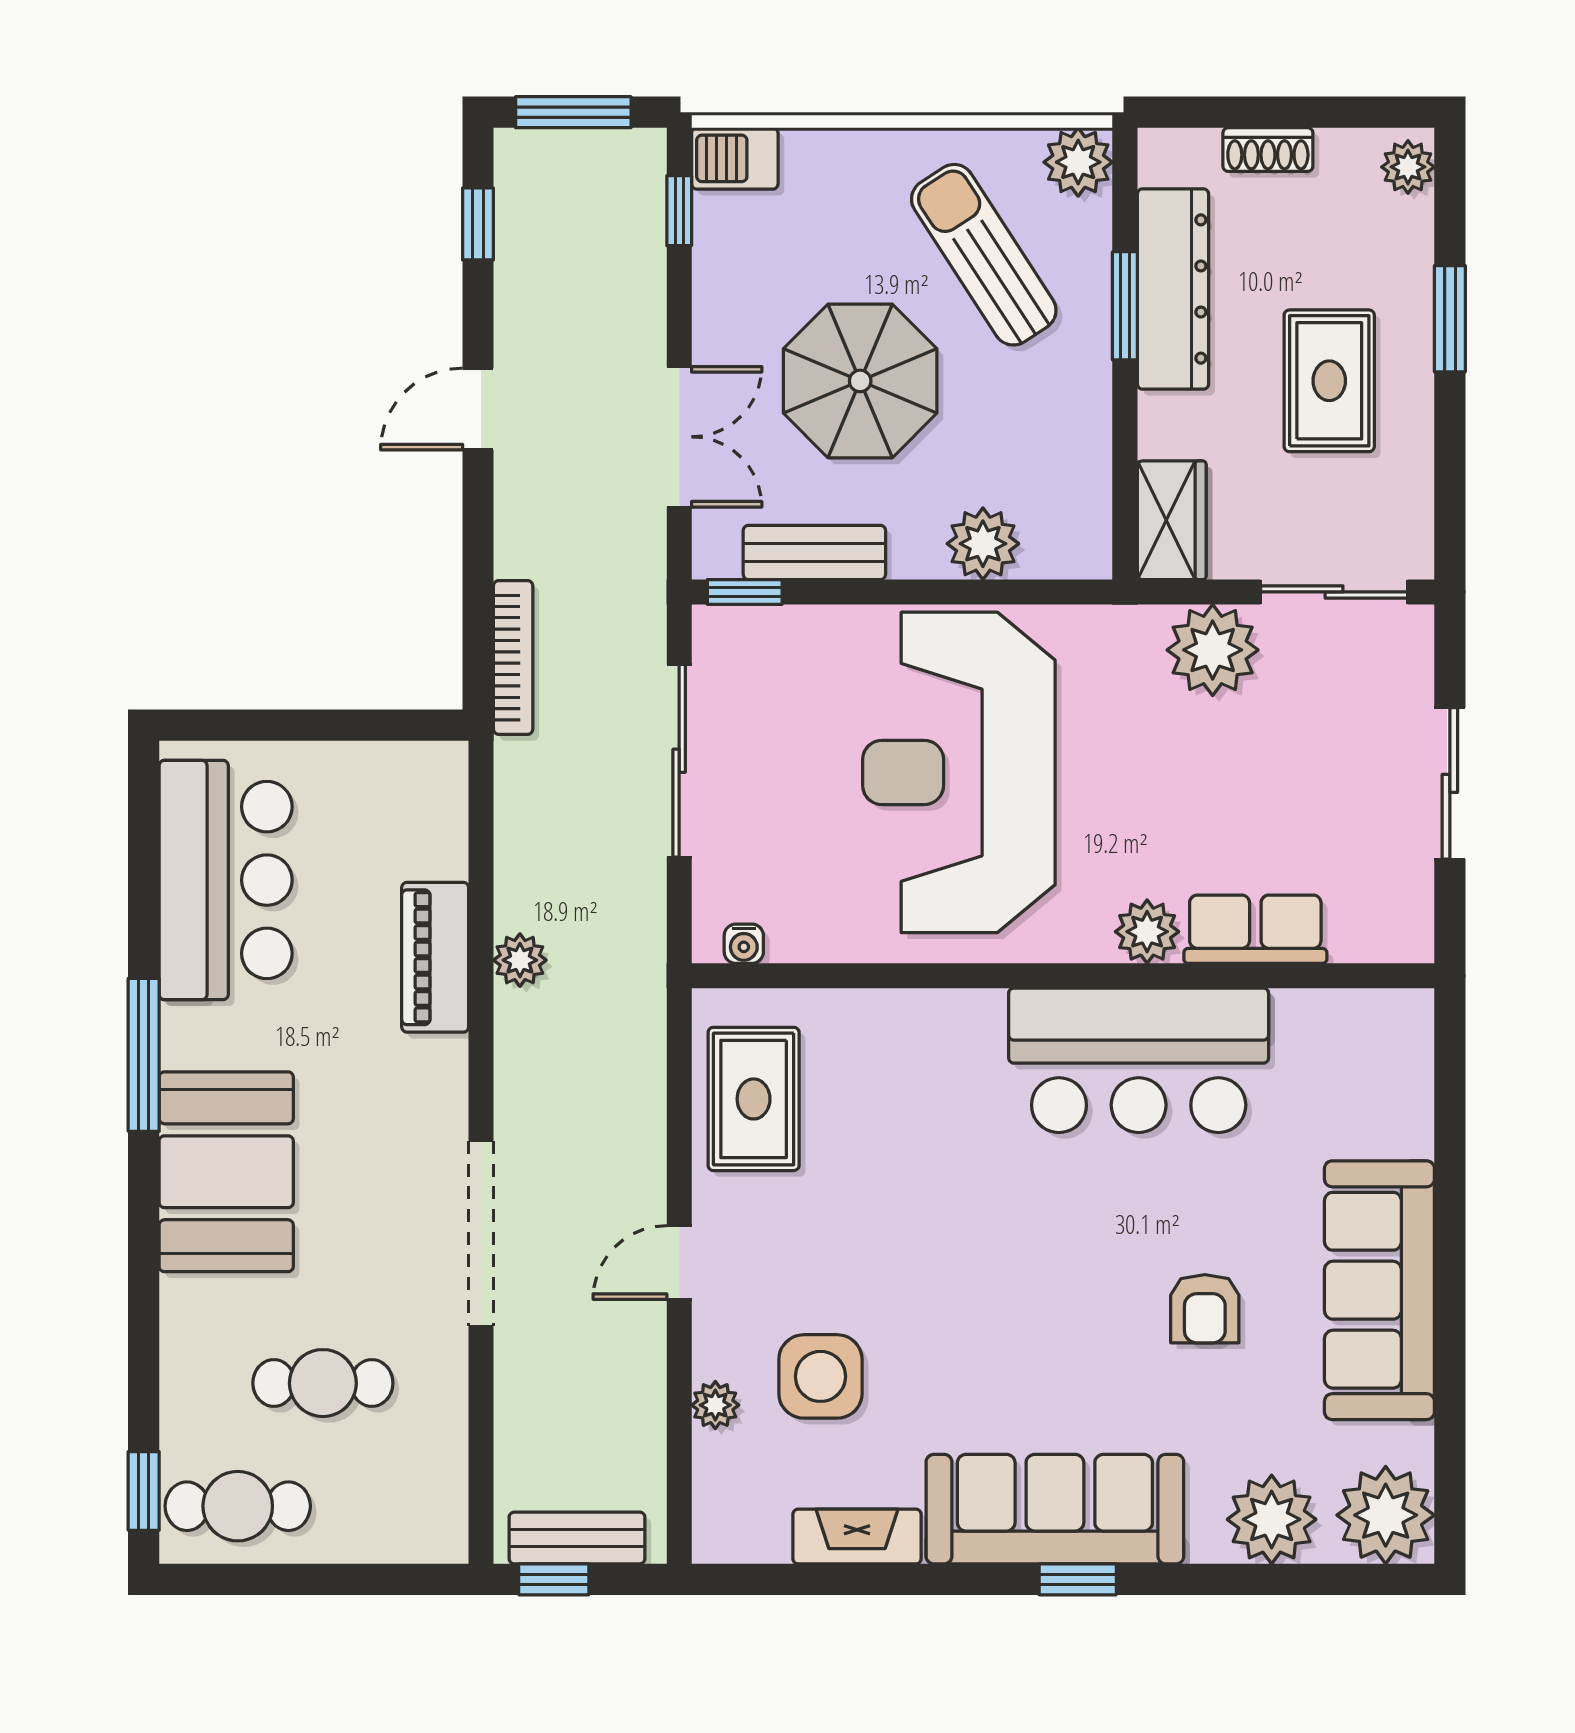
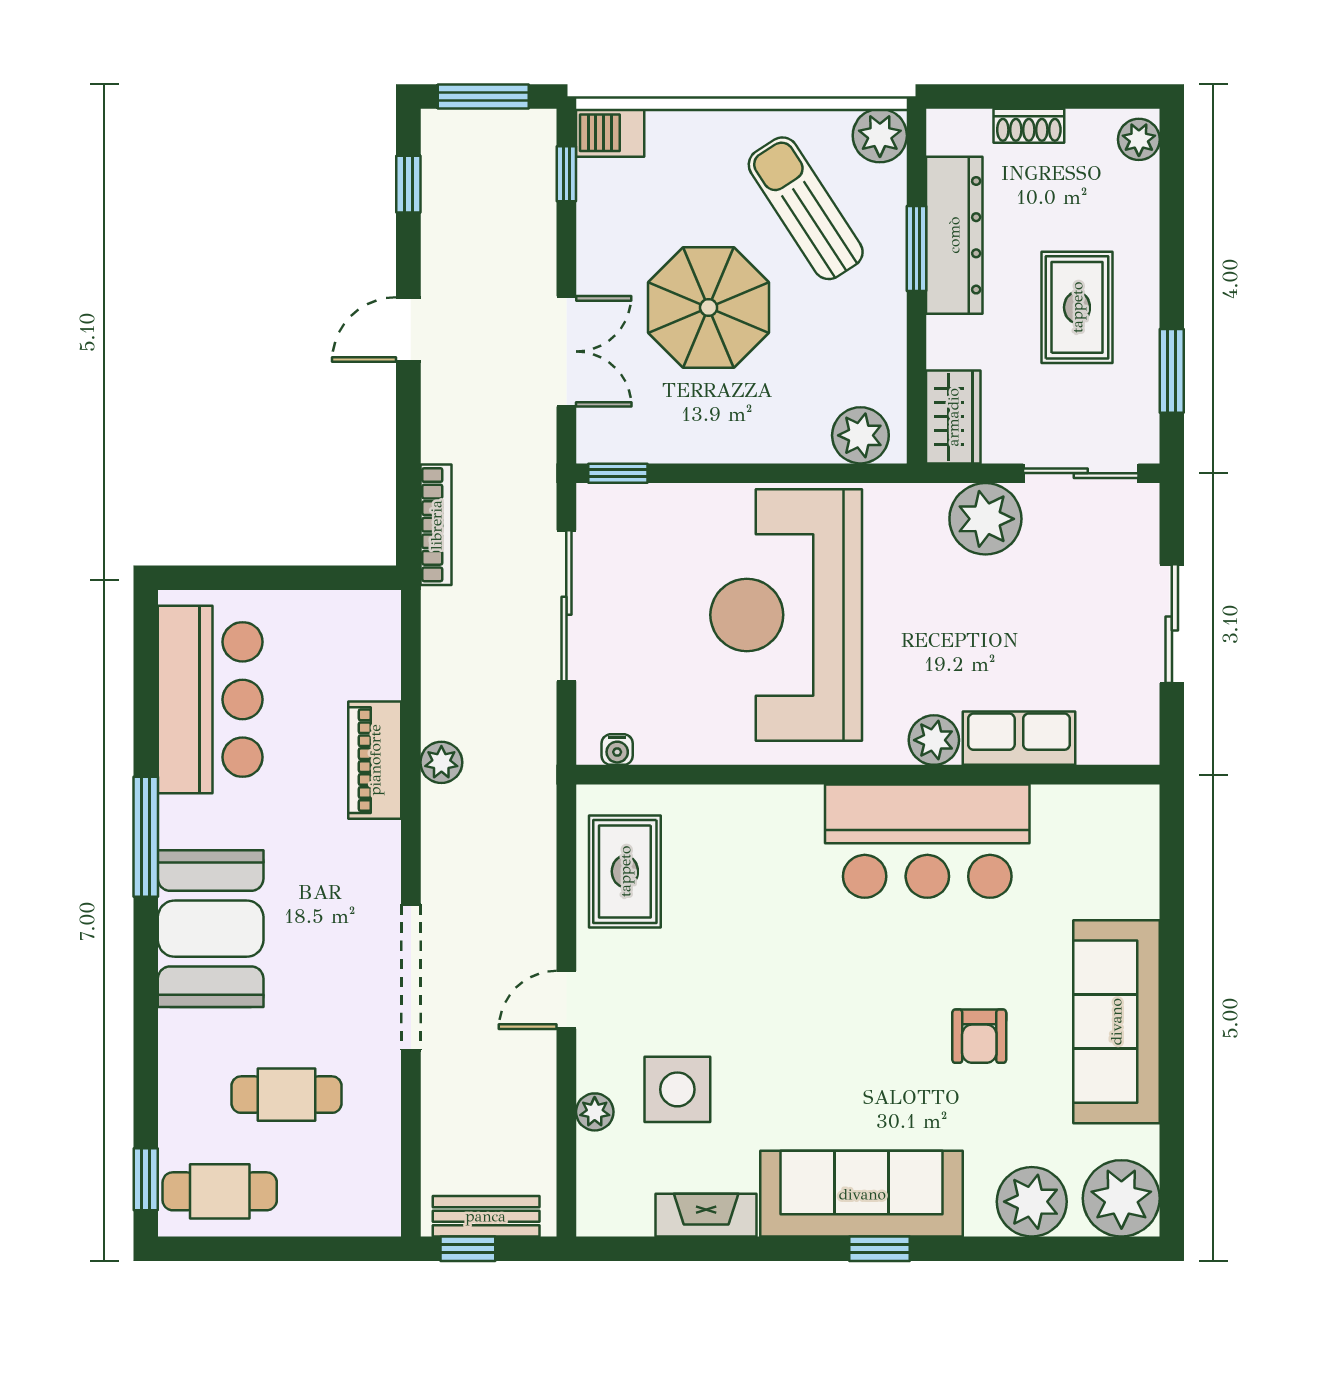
window: (1450, 319) -> (1172, 371), moved
plant: (983, 544) -> (860, 435), moved
bench: (814, 552) -> (673, 442), removed

